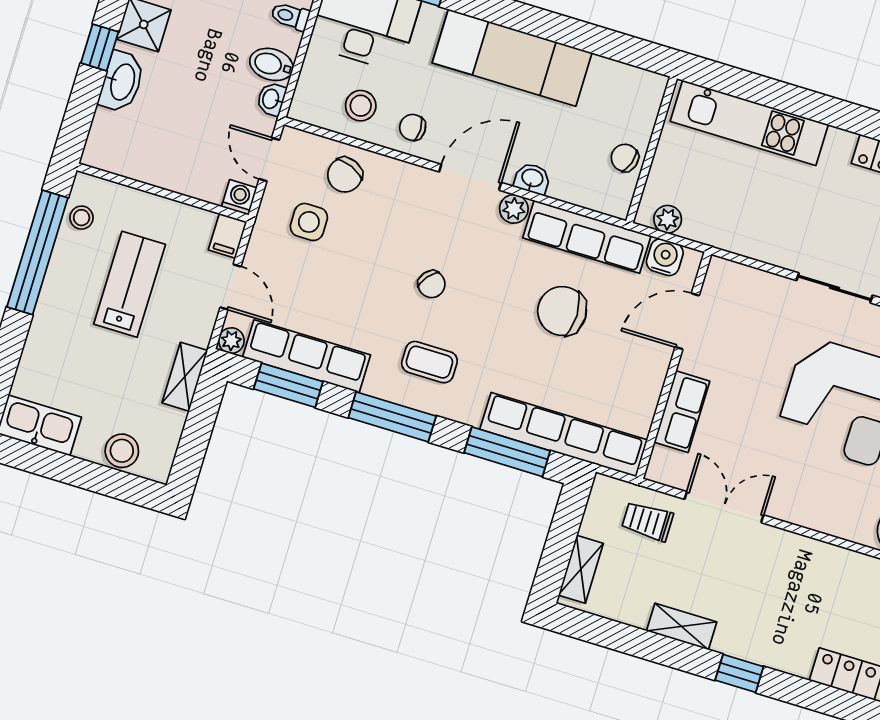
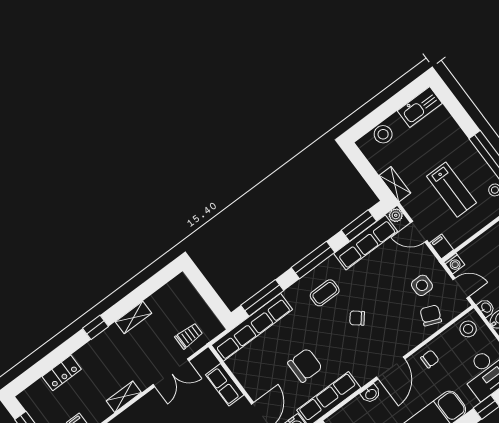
stool: (361, 106) -> (468, 329), moved
plant: (514, 209) -> (363, 377), removed
shelving: (581, 569) -> (124, 397), moved, turned 90

